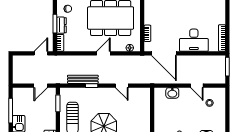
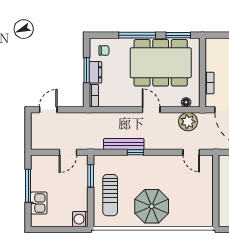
door: (41, 53) -> (48, 110), moved
door: (103, 53) -> (151, 110), hinge flipped
plant: (131, 62) -> (188, 122), added
door: (122, 86) -> (191, 152), moved

